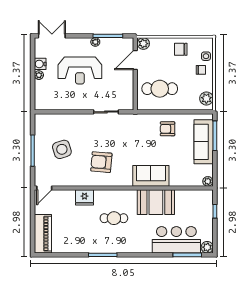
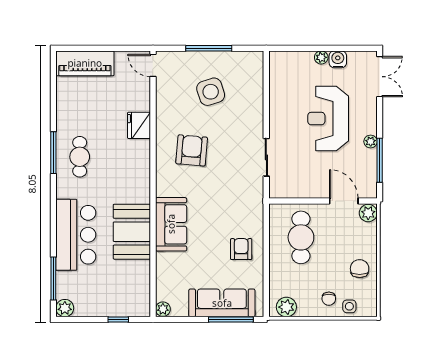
cafe table: (114, 218) -> (80, 157), moved
bar counter: (176, 240) -> (76, 235), moved

